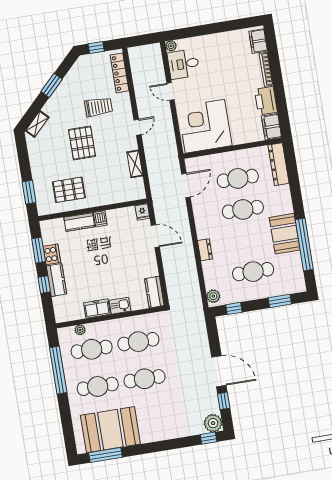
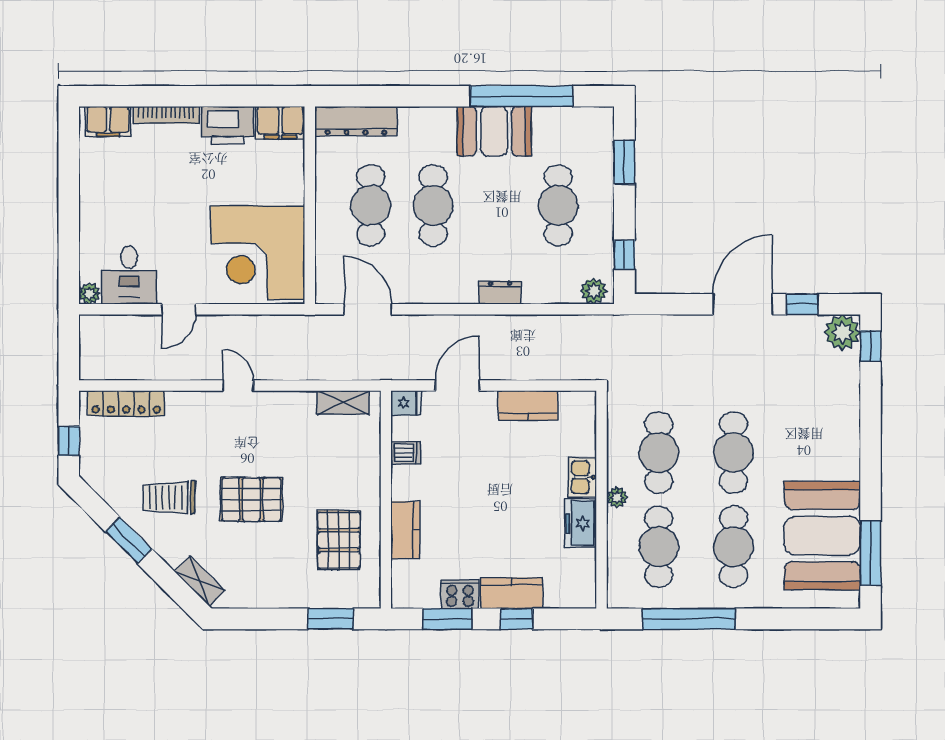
trolley: (98, 107) -> (169, 497), moved, turned -90
shelving: (135, 164) -> (343, 402), moved
dishwasher: (100, 219) -> (406, 453), moved
kitchen counter: (154, 292) -> (528, 405), moved
plant: (80, 330) -> (617, 497), moved

